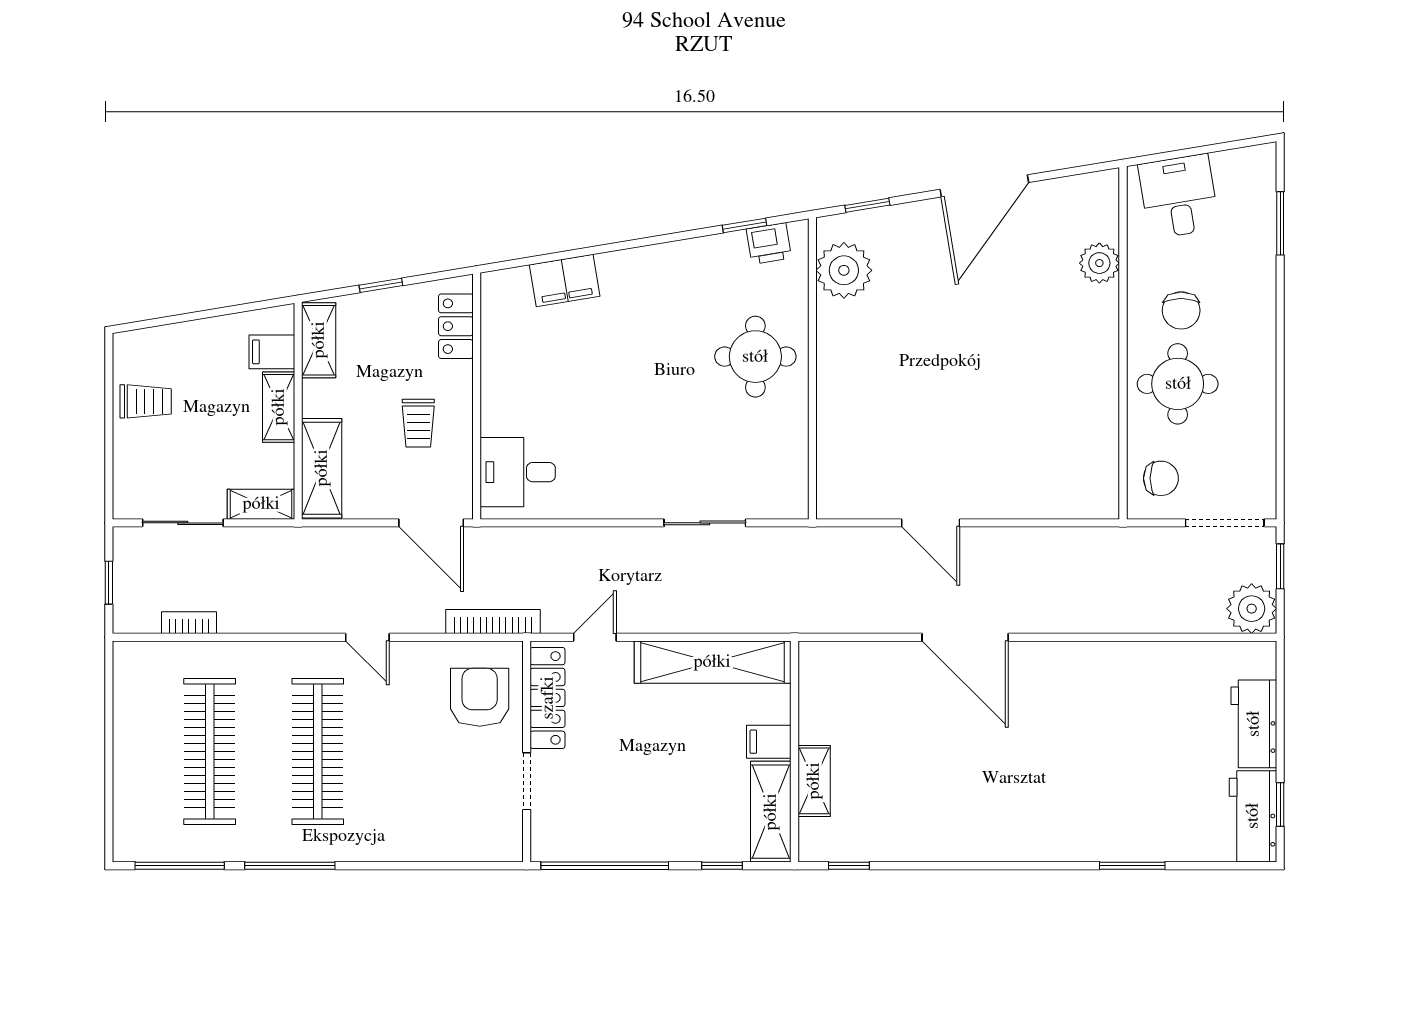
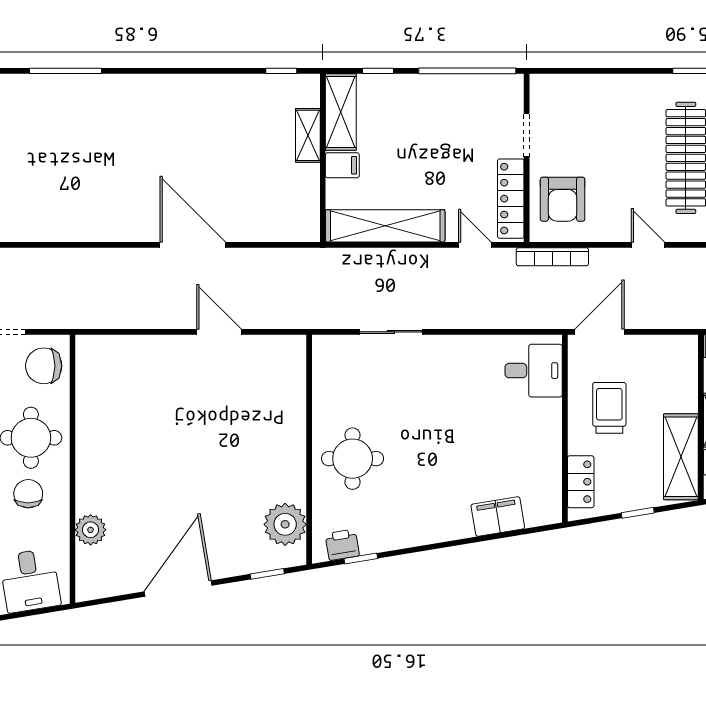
shelving: (319, 340) -> (681, 457), width x1.50, depth x1.33
trolley: (418, 423) -> (609, 408), width x1.36, depth x1.39
shelving: (322, 468) -> (683, 373), removed
chair: (1161, 478) -> (44, 366), width x1.37, depth x1.37
door: (431, 523) -> (599, 332), hinge flipped
door: (595, 637) -> (475, 245), swing flipped
window: (1132, 866) -> (65, 71), width x1.44

